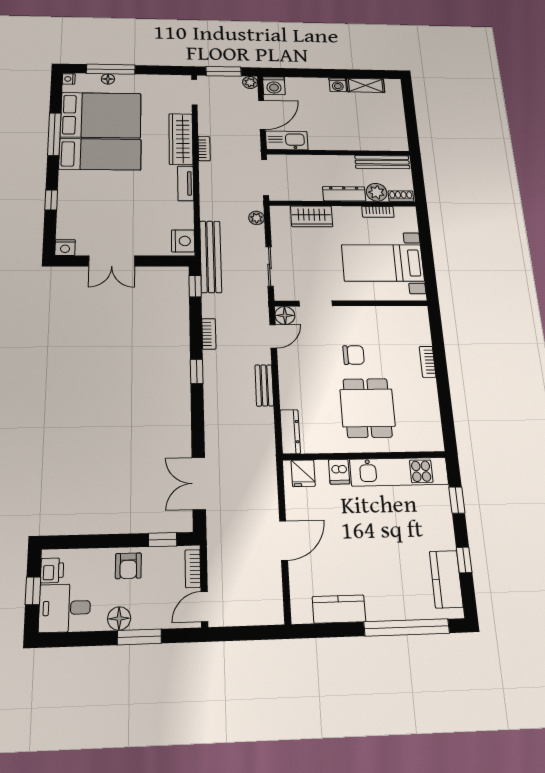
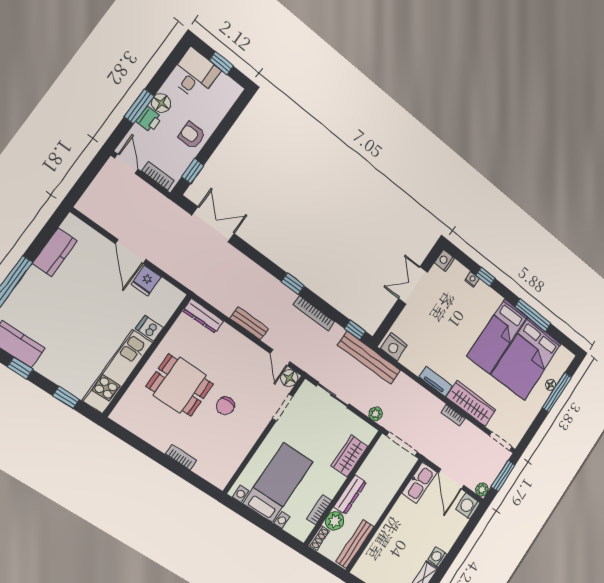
nightstand: (69, 79) -> (472, 279), moved
bookcase: (209, 334) -> (314, 313), width x1.56
fridge: (303, 473) -> (146, 281), moved, turned -90
printer: (52, 570) -> (149, 120), moved, turned -90

